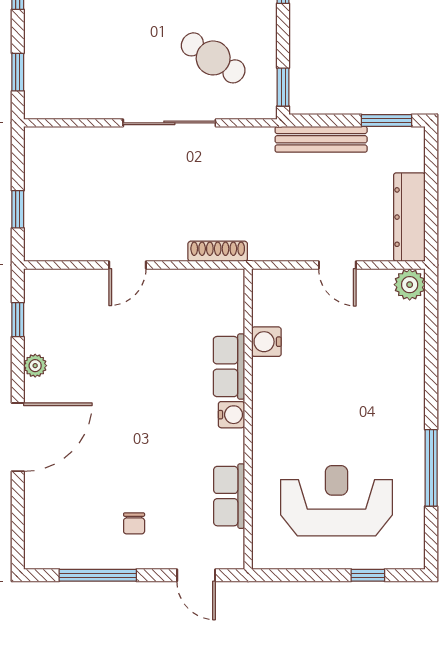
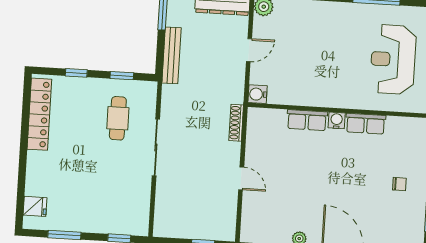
cafe table: (213, 58) -> (118, 118), turned -33
window: (283, 87) -> (122, 76), moved
water cooler: (266, 342) -> (258, 94), moved, turned 90
row of seats: (229, 496) -> (366, 124), moved

